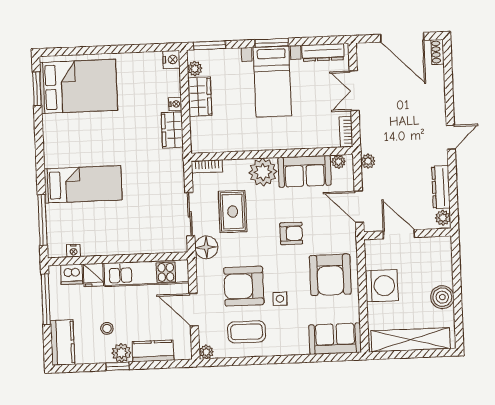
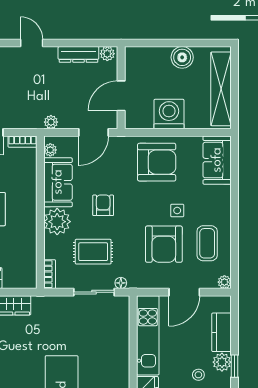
armchair: (291, 233) -> (103, 205), moved
floor lamp: (206, 247) -> (121, 283), width x0.53, depth x0.53

